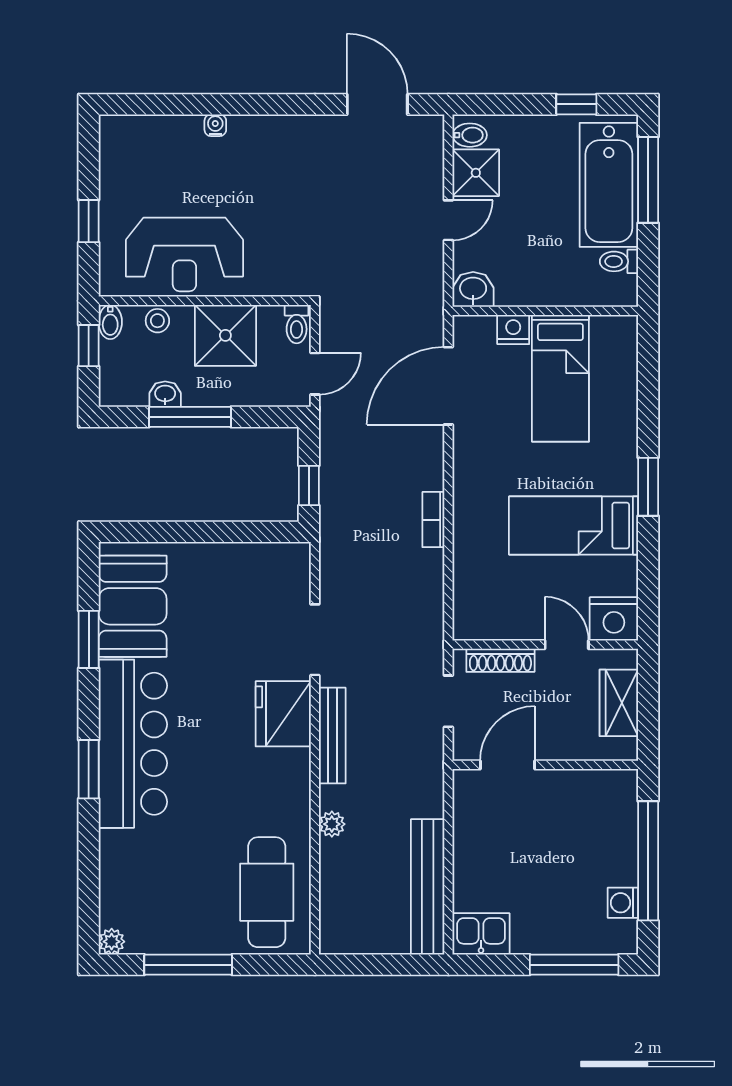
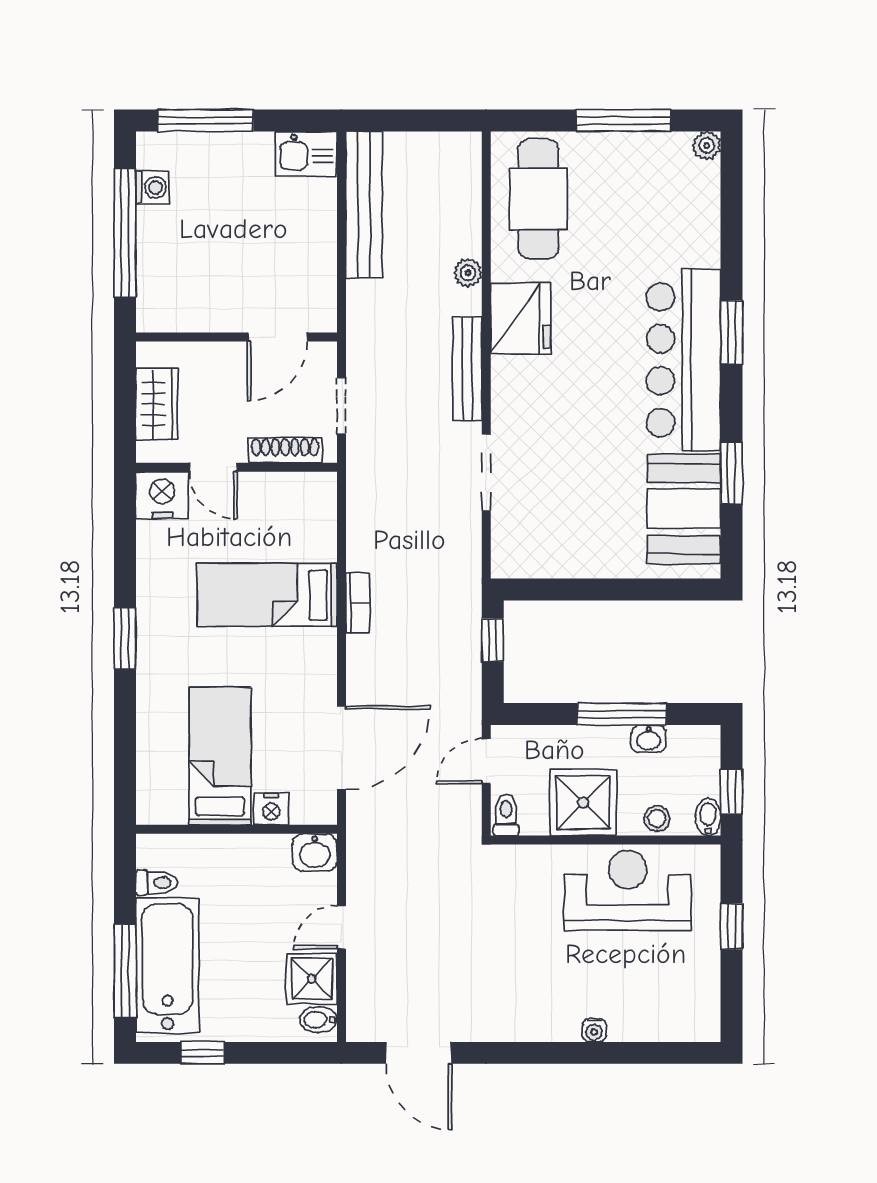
bed: (574, 525) -> (267, 595), moved, turned 180
fridge: (283, 714) -> (521, 318), moved

